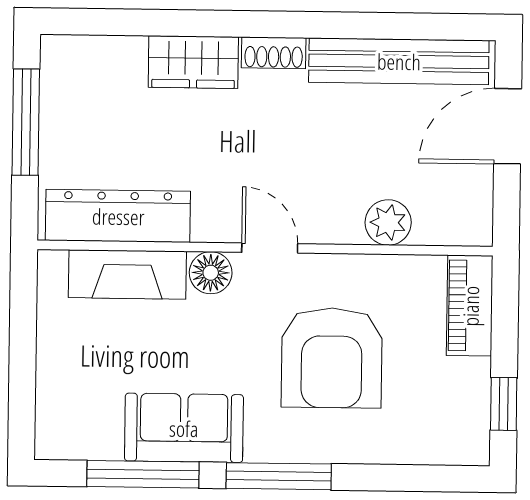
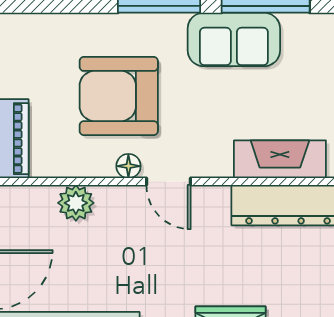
floor lamp: (211, 273) -> (128, 166), moved, width x0.73, depth x0.73
armchair: (332, 358) -> (119, 96), turned -90

